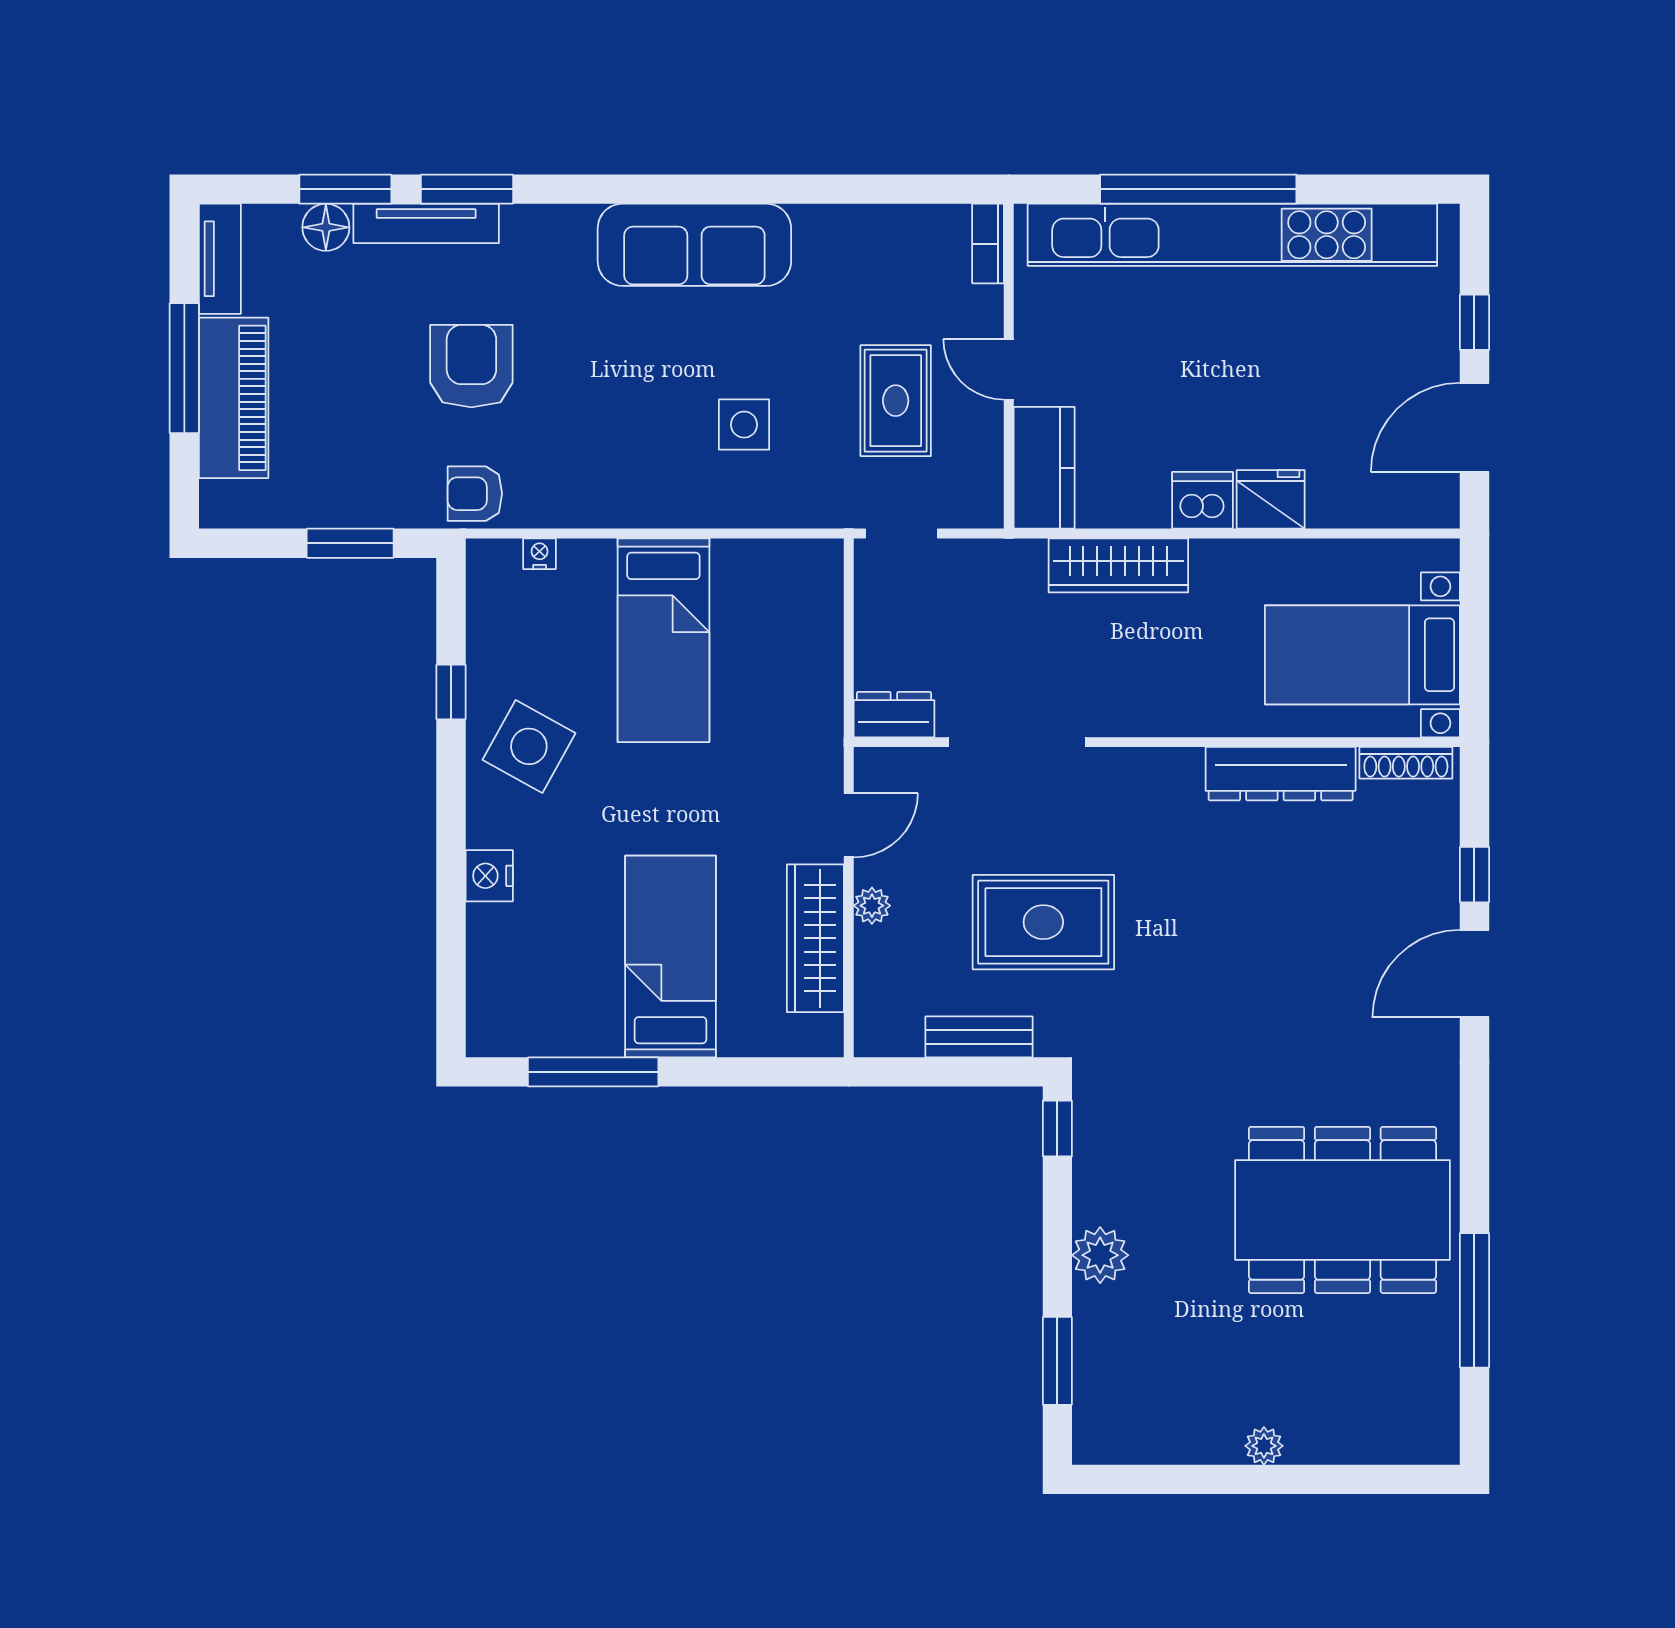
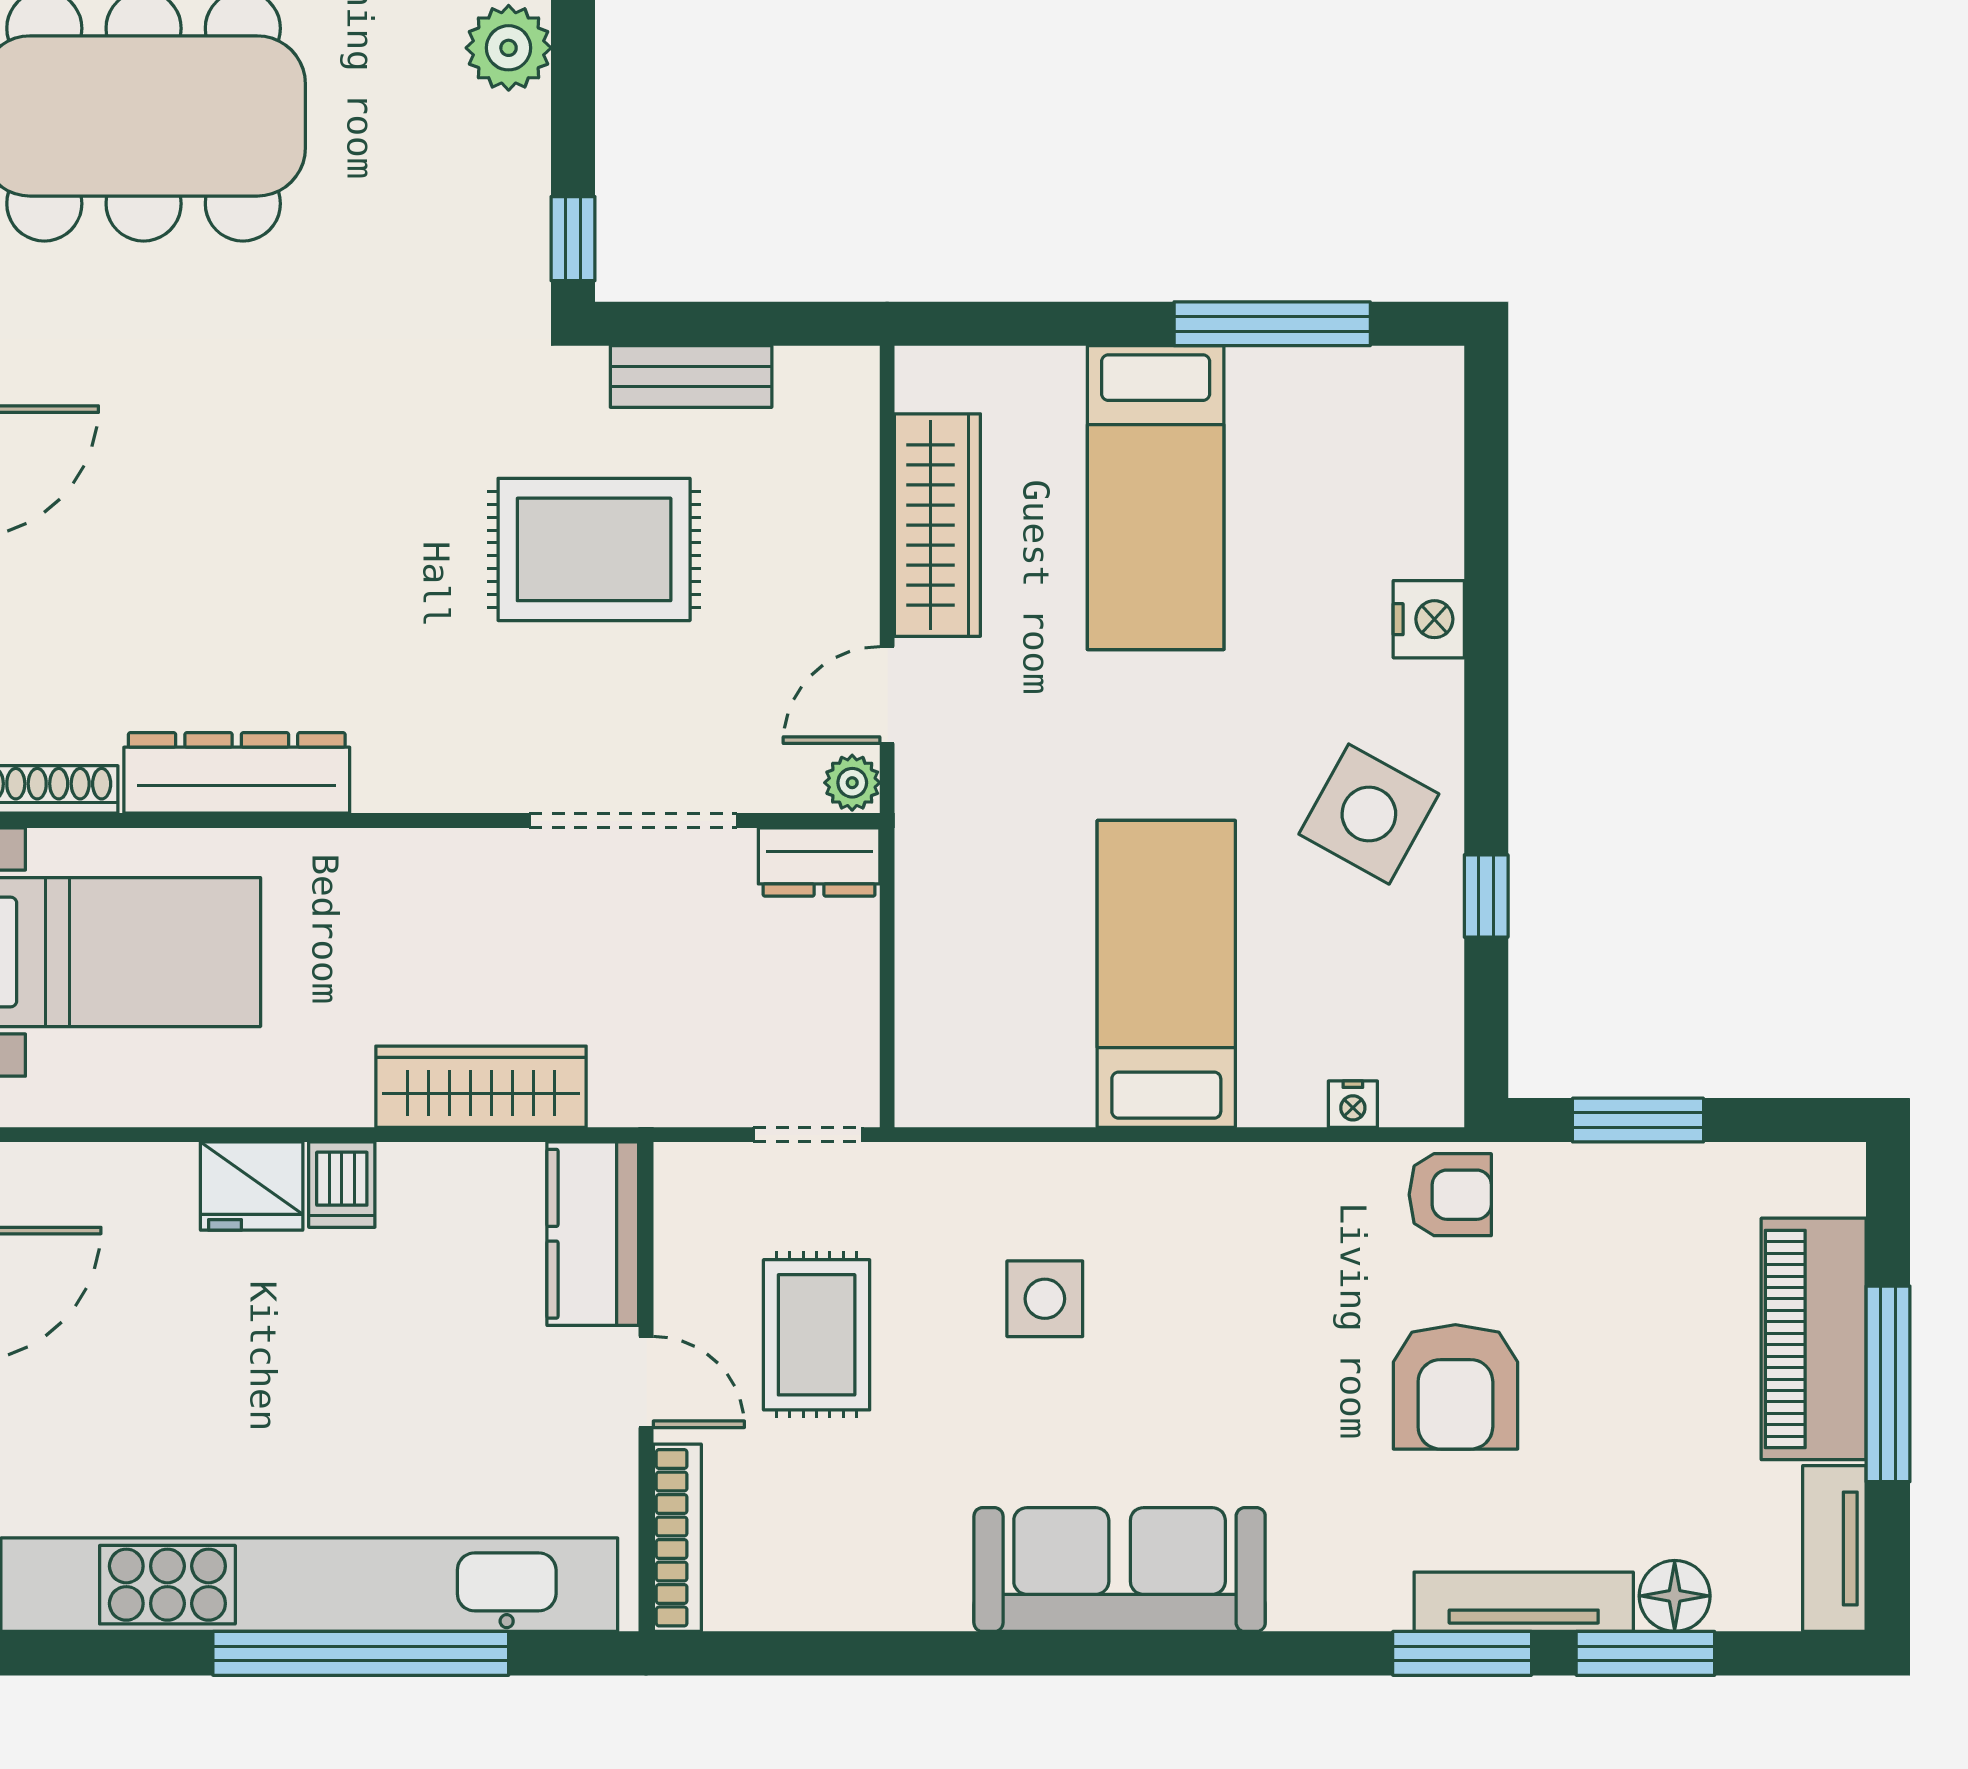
bookcase: (988, 244) -> (677, 1538), width x1.56
dishwasher: (1203, 500) -> (342, 1185), width x0.73
plant: (872, 906) -> (852, 783), moved

